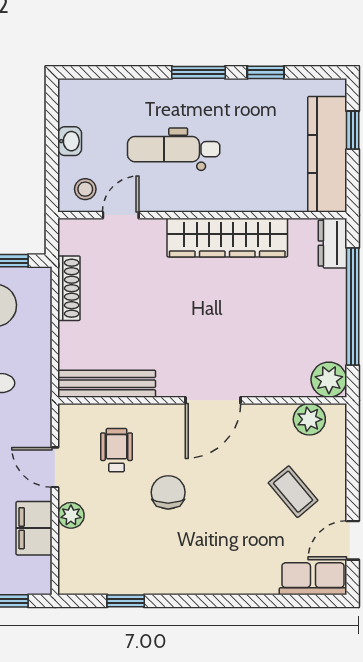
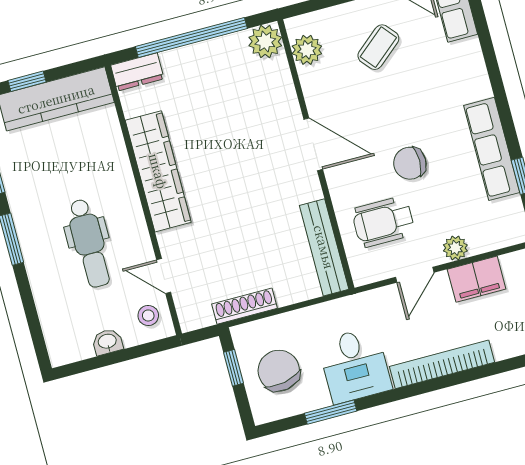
wheelchair: (116, 450) -> (383, 222), width x1.36, depth x1.37
row of seats: (161, 578) -> (492, 149), added

